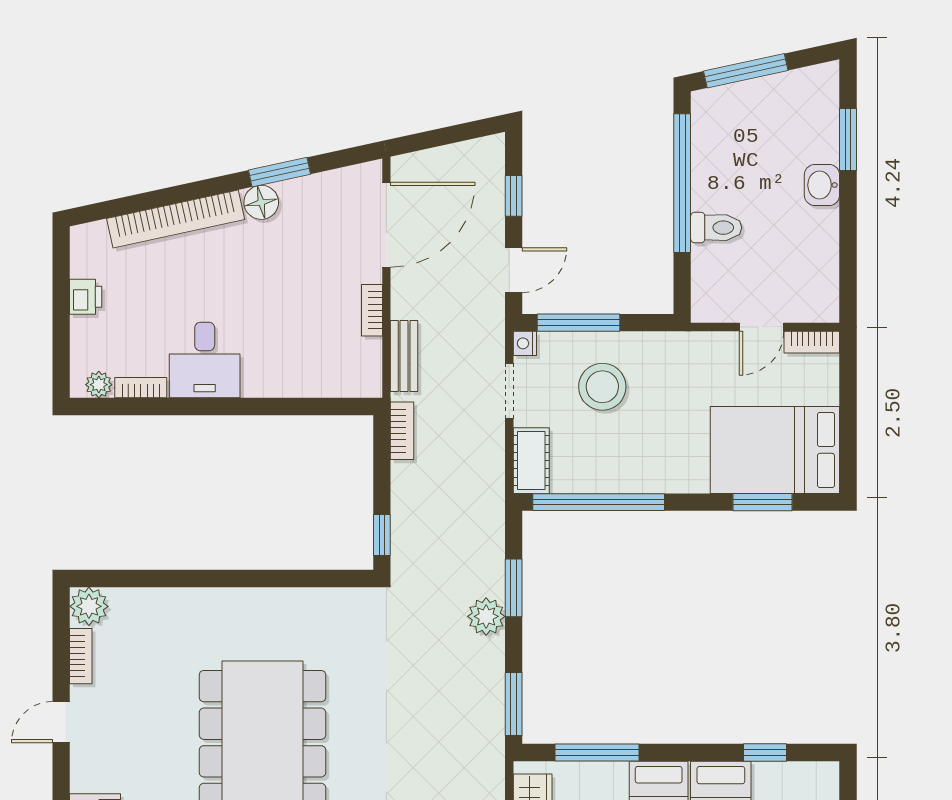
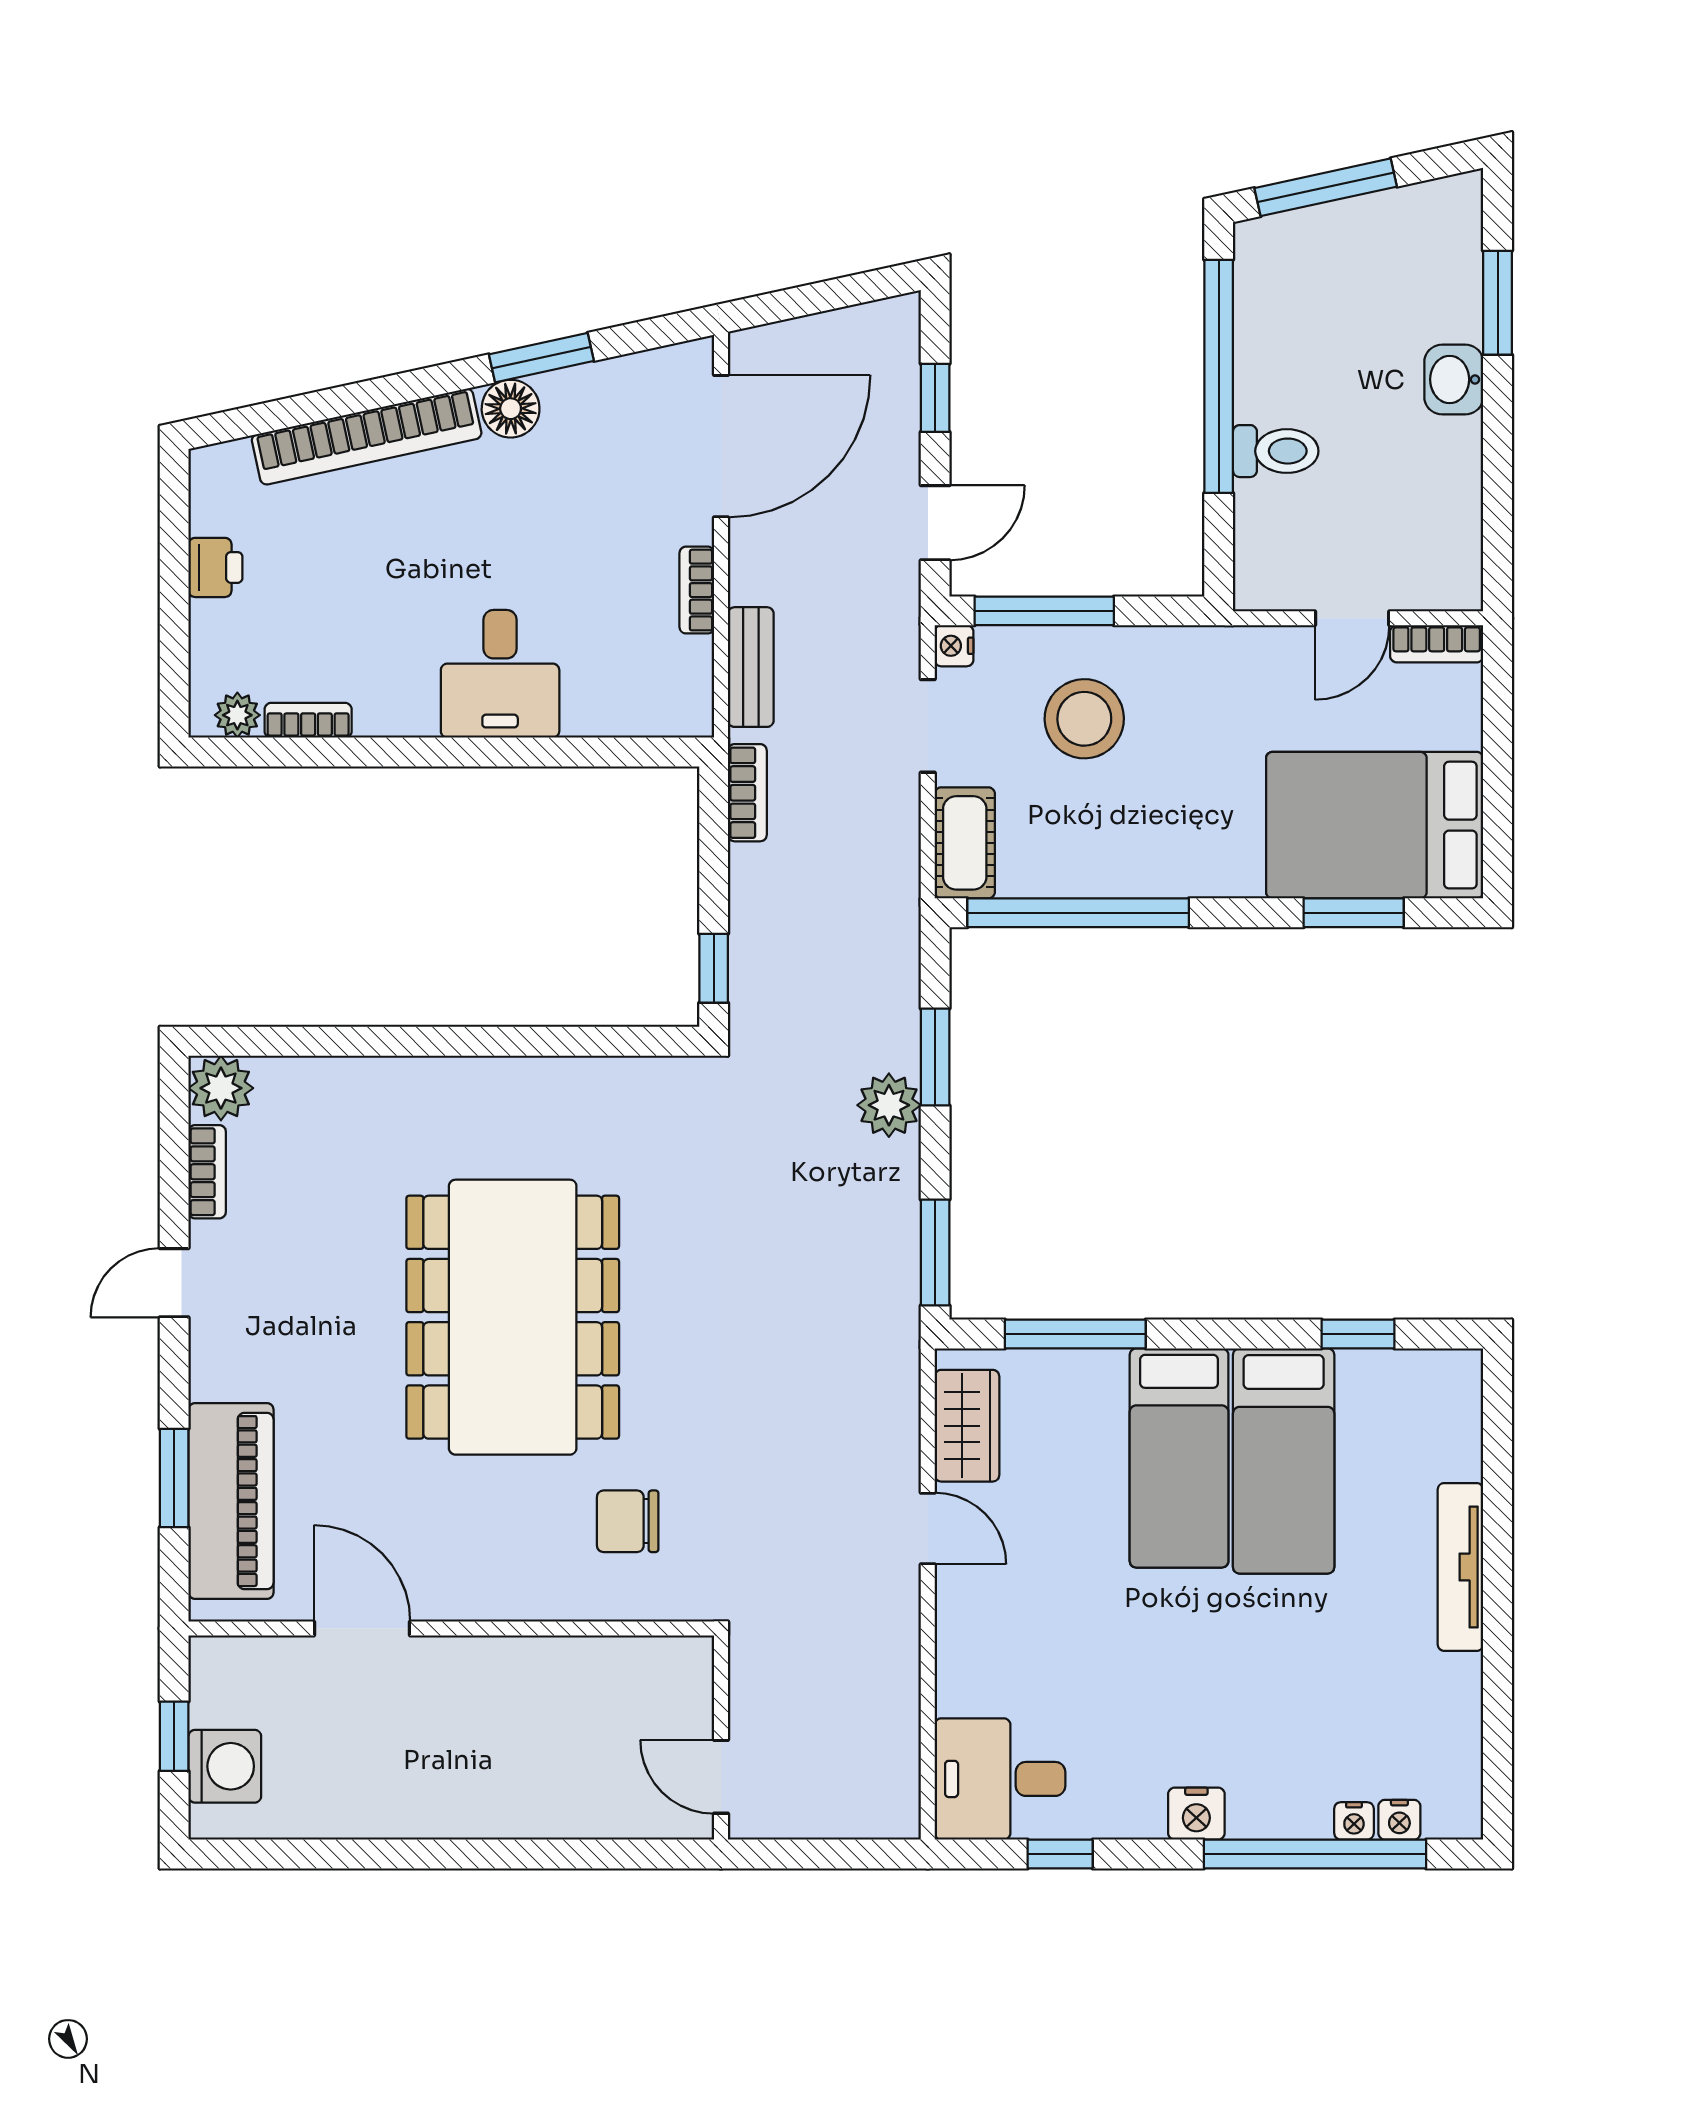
desk: (205, 360) -> (500, 674), moved

